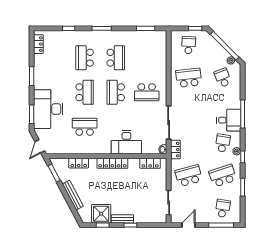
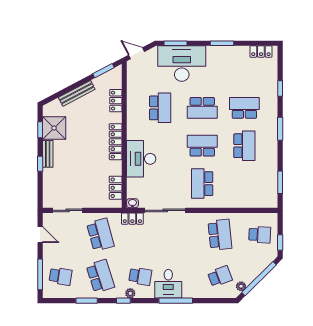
school desk: (116, 58) -> (244, 146), turned -90

